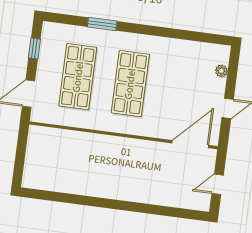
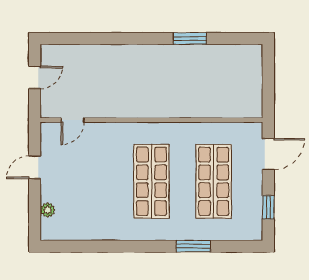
door: (190, 144) -> (73, 120), width x0.53
window: (82, 200) -> (190, 38), added

